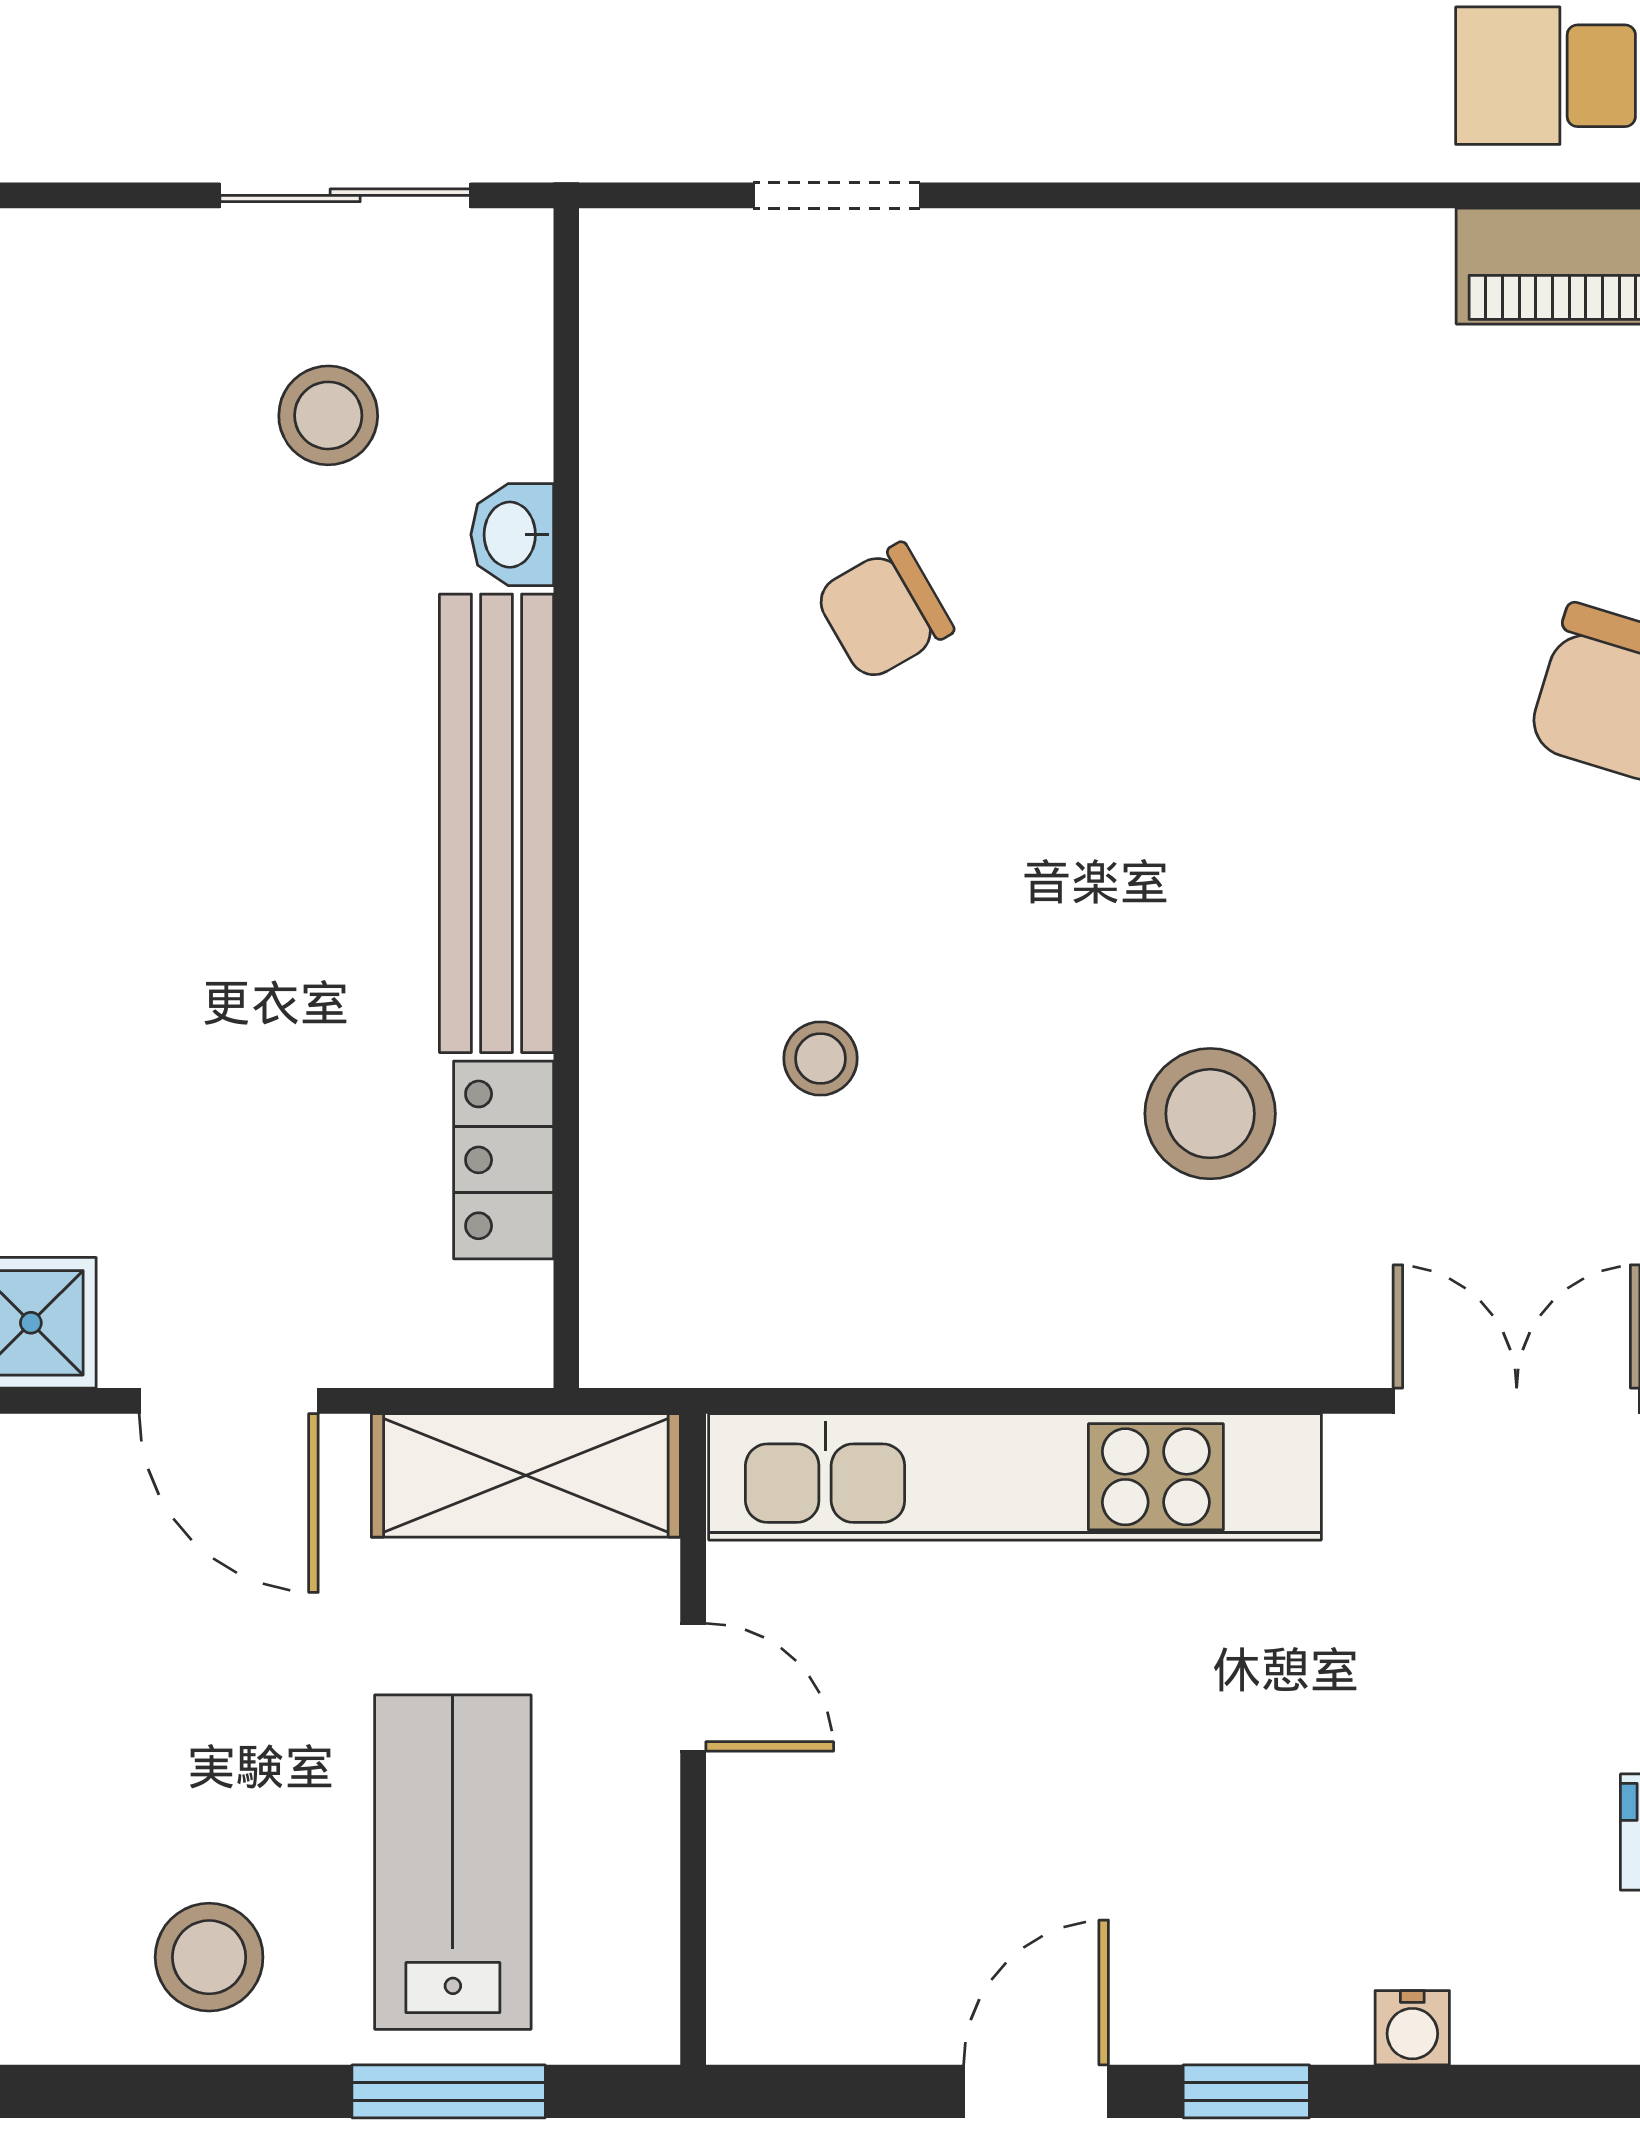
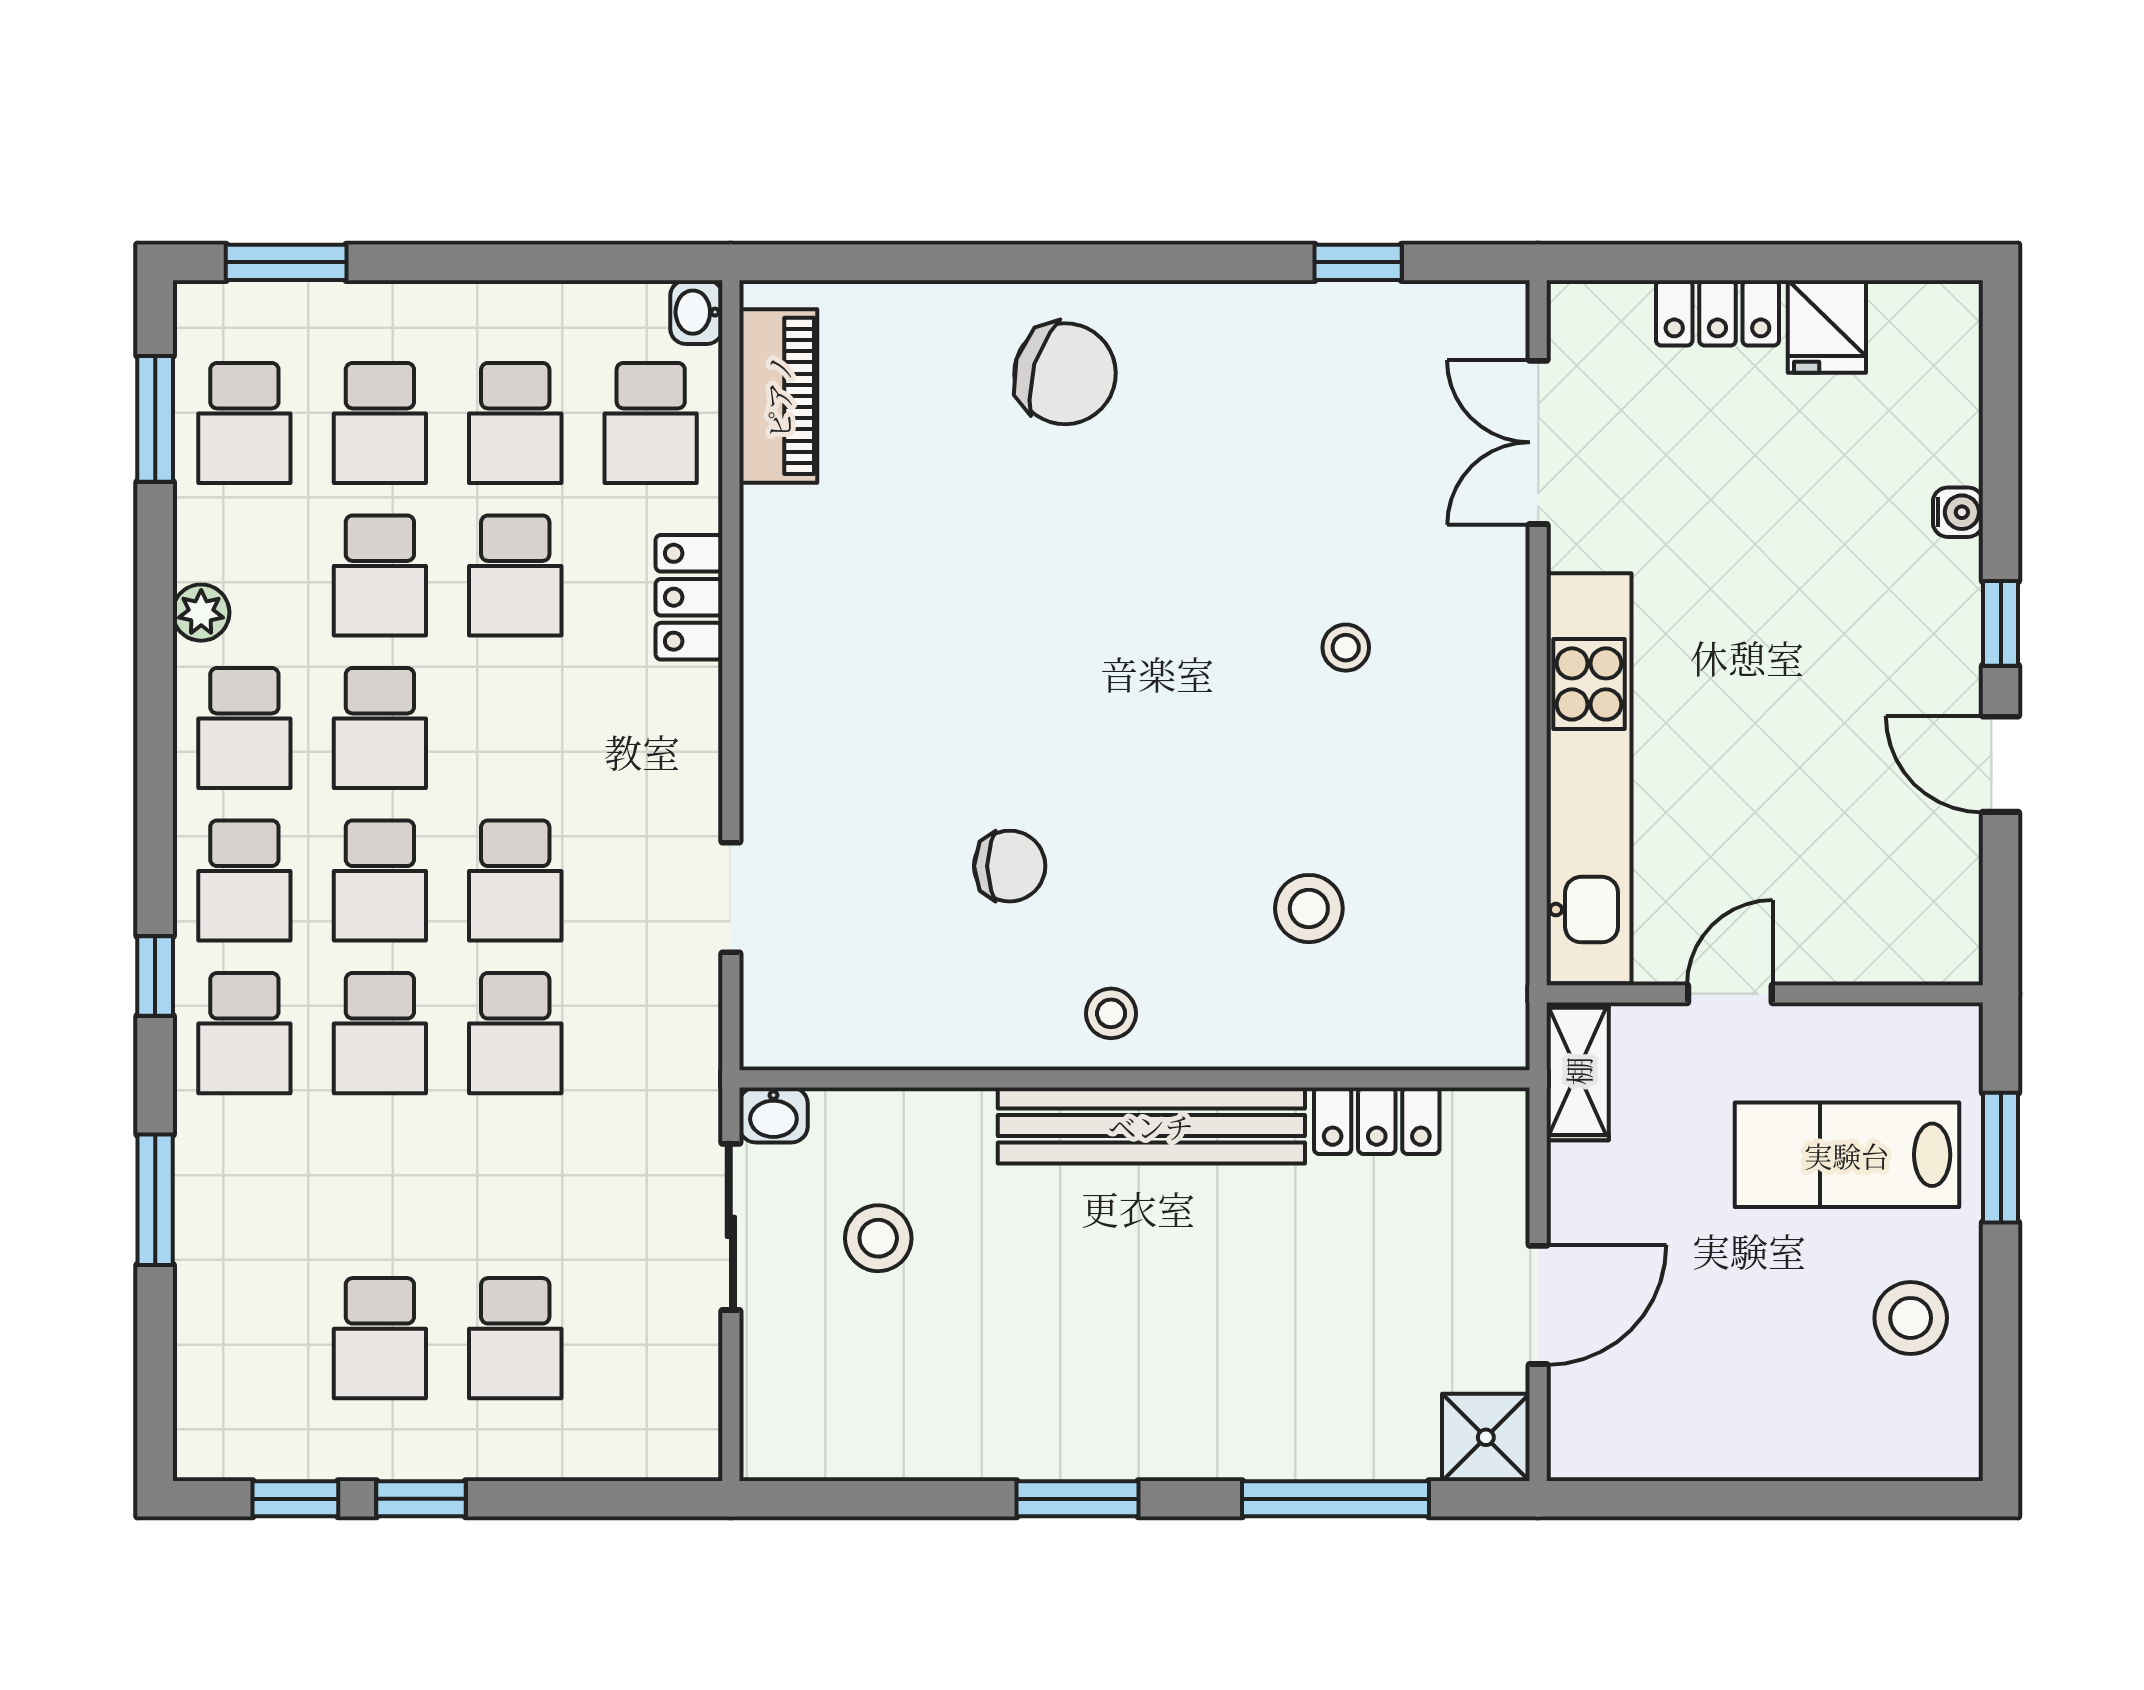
locker: (1285, 133) -> (689, 597), added
washbasin: (512, 535) -> (773, 1115), moved
chair: (884, 612) -> (1010, 866), turned -60
stool: (664, 763) -> (1111, 1013), added
stool: (821, 1058) -> (1309, 909), width x1.37, depth x1.37
stool: (1210, 1114) -> (1346, 648), width x0.53, depth x0.53
shelving: (526, 1475) -> (1578, 1071), width x0.67, depth x0.75

